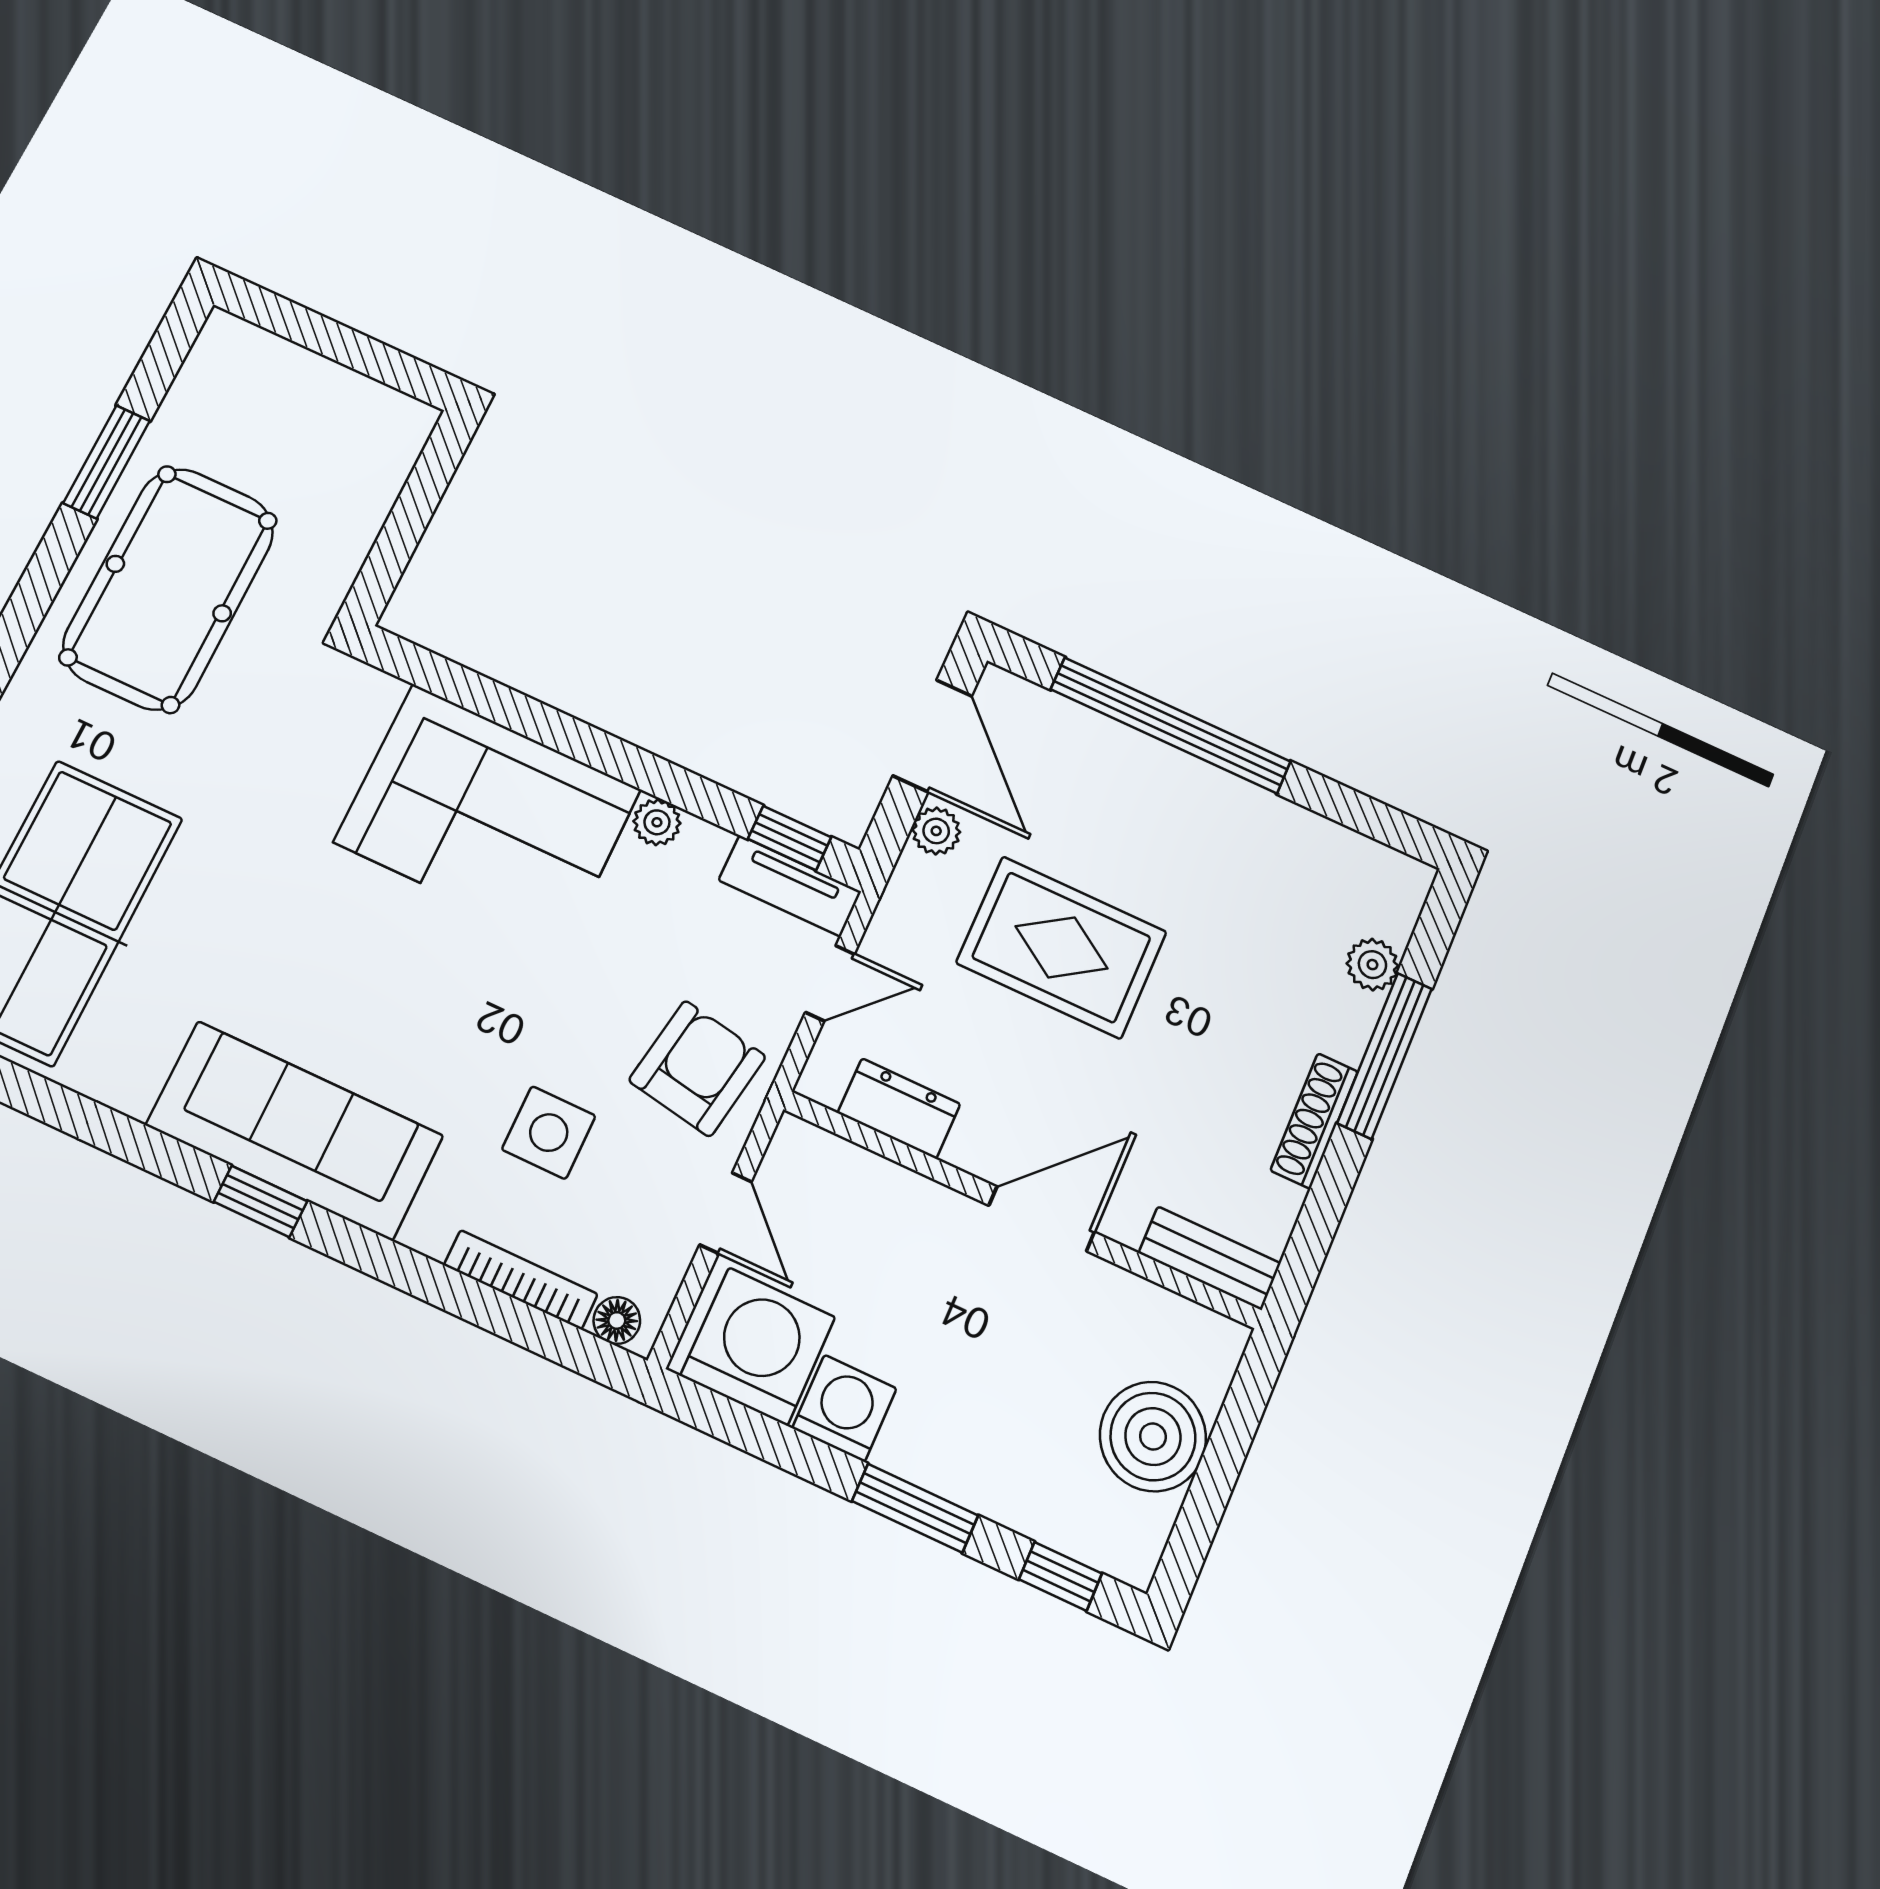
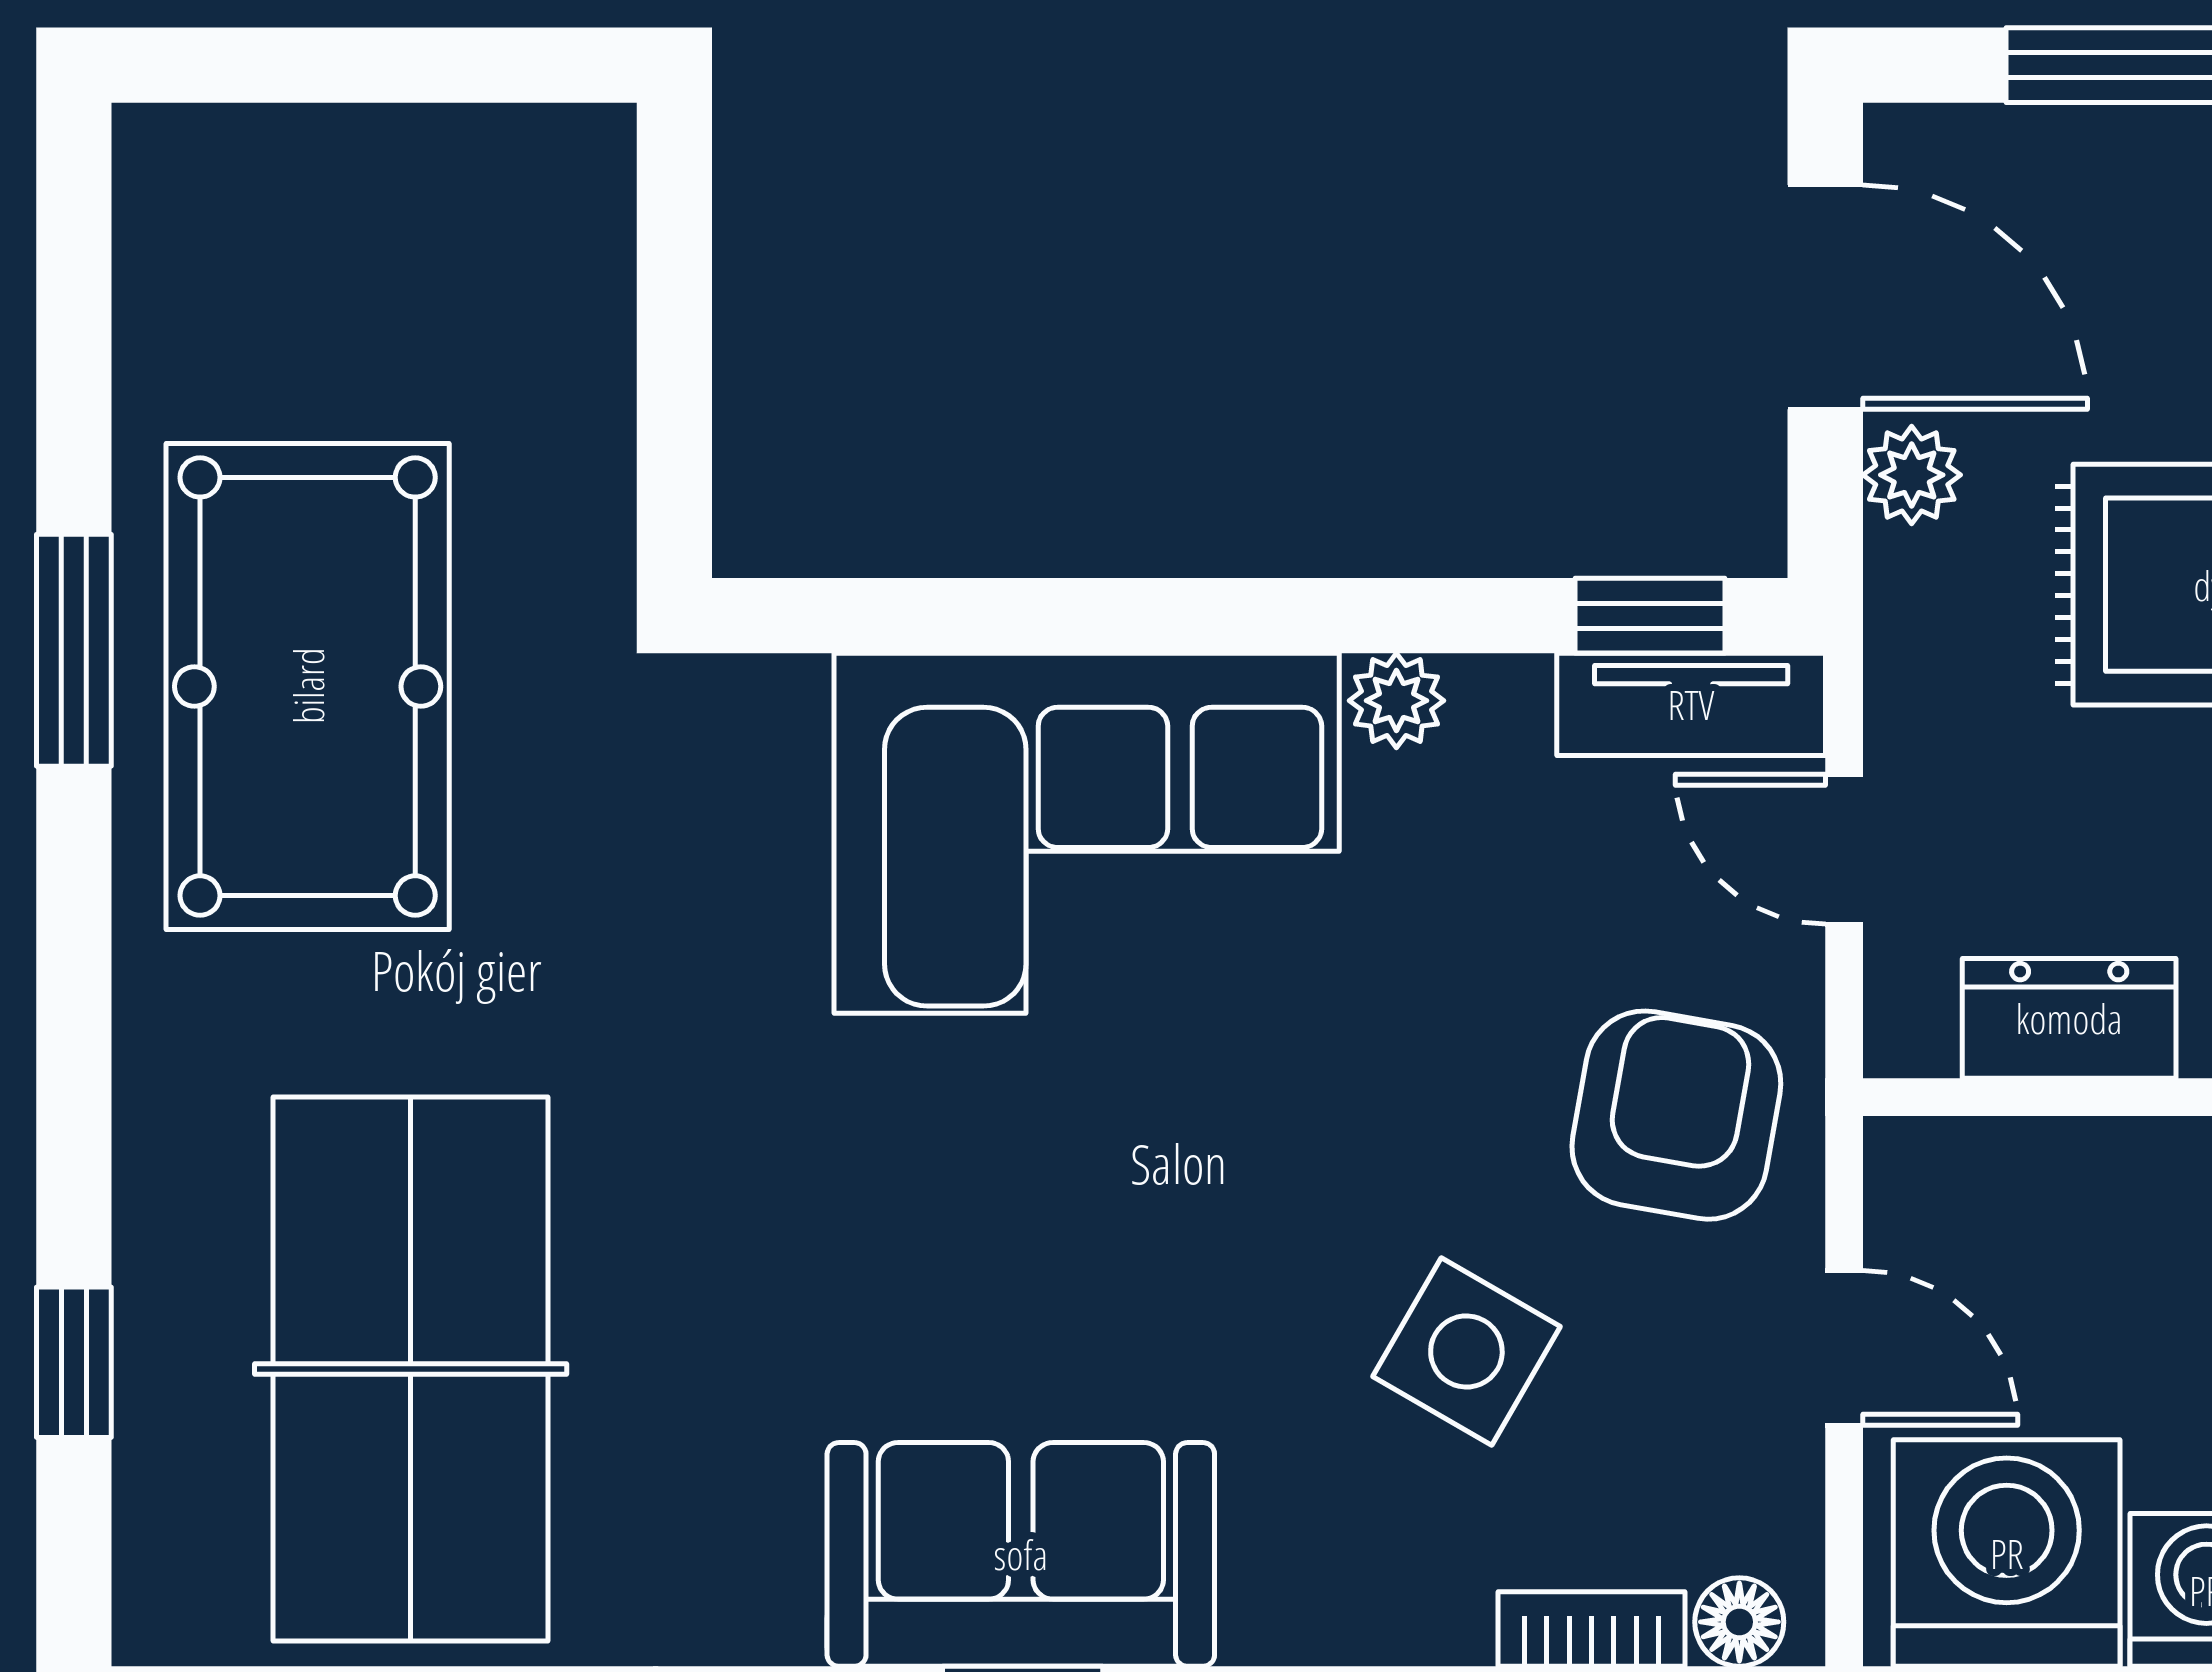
window: (107, 462) -> (74, 650), moved
door: (830, 983) -> (1844, 849), swing flipped
sofa: (295, 1130) -> (1021, 1554), width x0.73
side table: (549, 1133) -> (1466, 1351), turned 30
bookcase: (521, 1280) -> (1592, 1629), width x0.64

